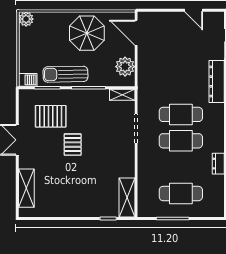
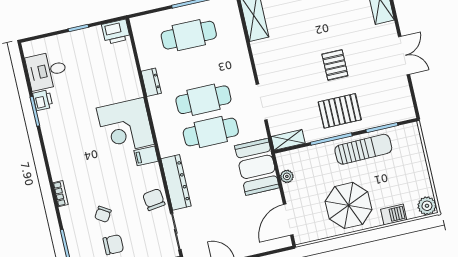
door: (136, 33) -> (288, 220), swing flipped
plant: (125, 67) -> (287, 176), width x0.53, depth x0.53
booth: (151, 79) -> (257, 167), added
barbecue: (28, 80) -> (394, 215), moved, turned 180
pallet: (51, 116) -> (340, 111), moved

